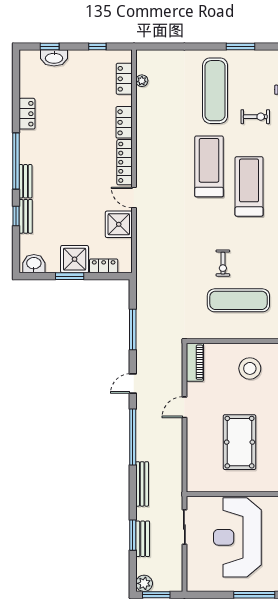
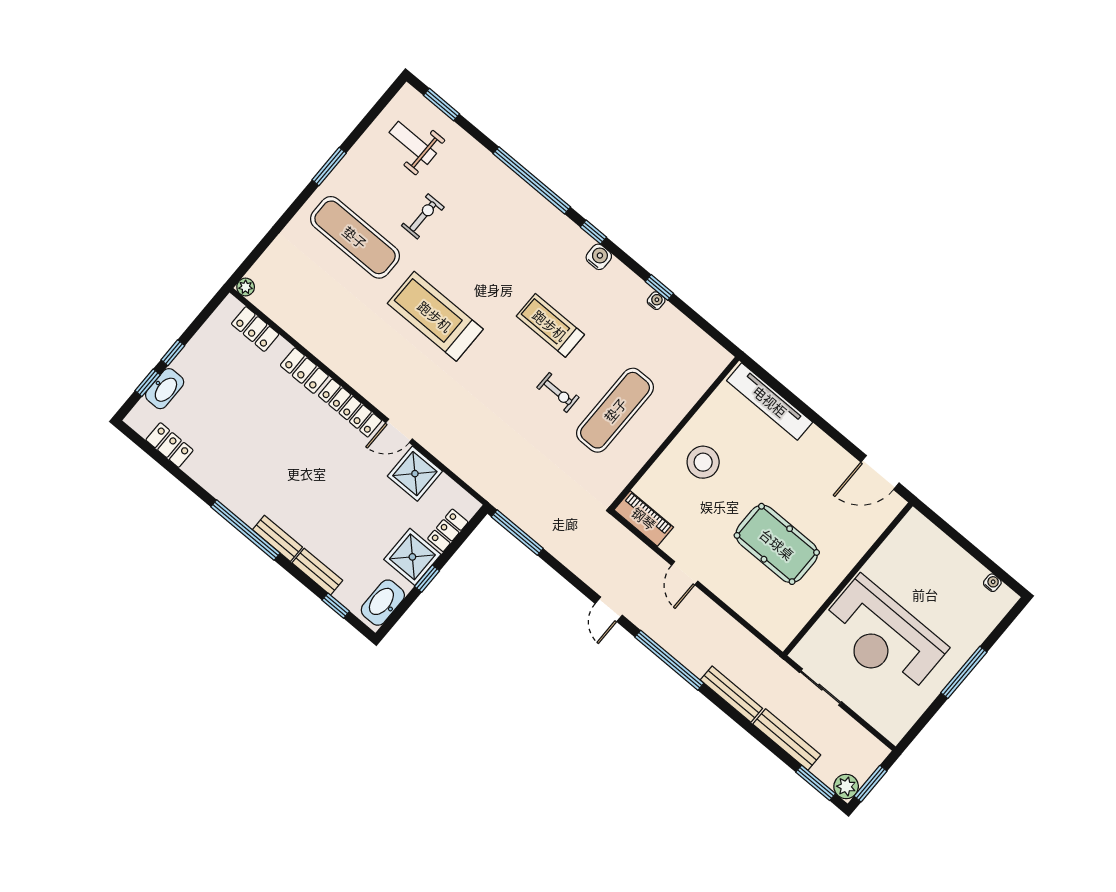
window: (97, 46) -> (173, 353), moved
plant: (142, 81) -> (246, 287), moved
locker: (27, 114) -> (169, 445), moved
treadmill: (249, 186) -> (550, 325), moved, width x0.73, depth x0.73
window: (16, 216) -> (336, 606), moved
washbasin: (34, 264) -> (383, 603), width x1.38
window: (70, 276) -> (427, 579), width x0.67
window: (133, 330) -> (517, 533), moved
window: (133, 535) -> (816, 783), moved
bench: (143, 539) -> (787, 740), width x1.36

